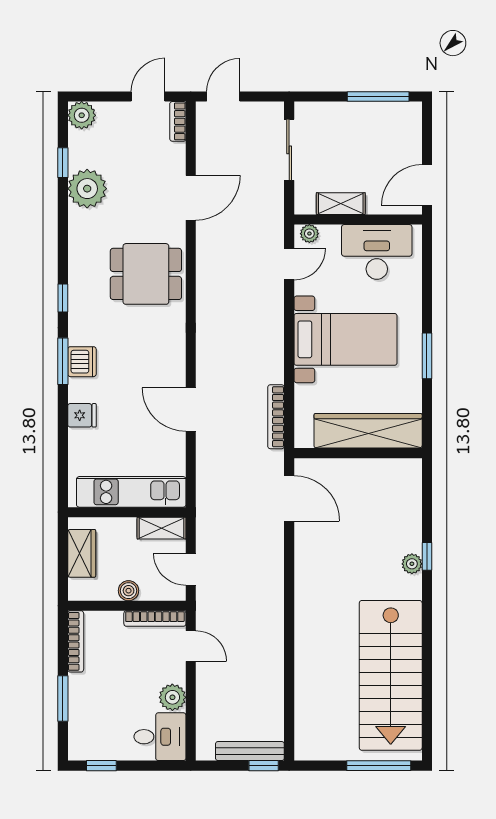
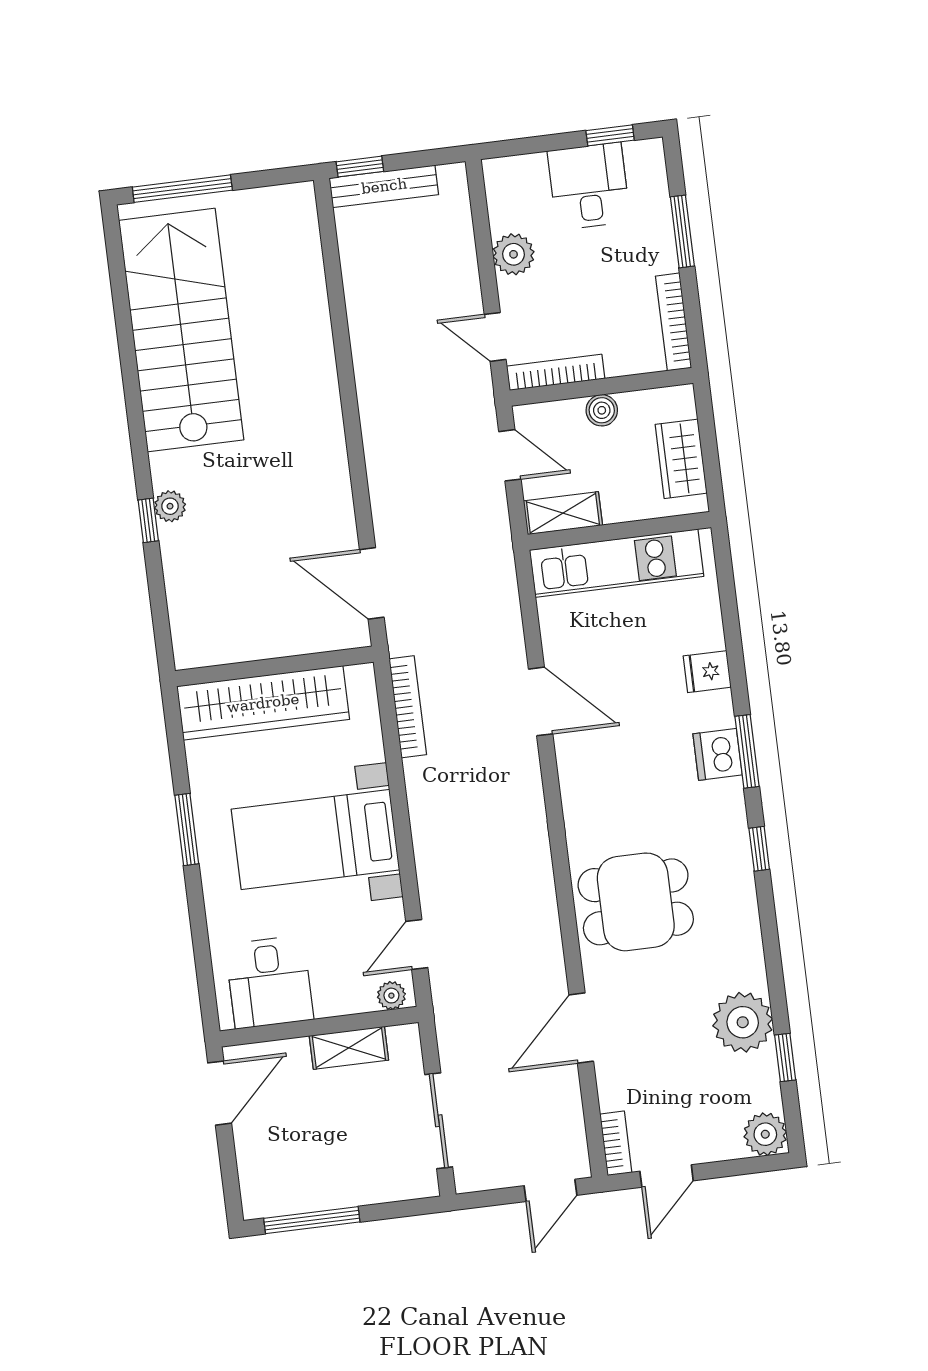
desk: (377, 252) -> (269, 982), width x0.73
desk: (160, 737) -> (589, 186), moved, turned 90

